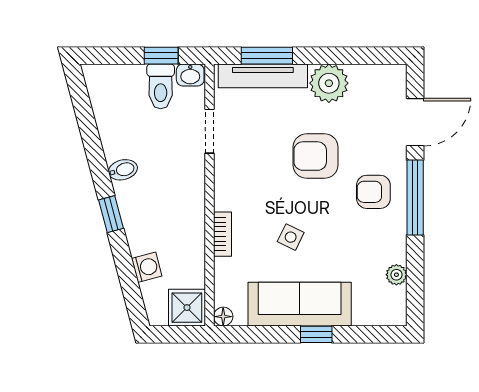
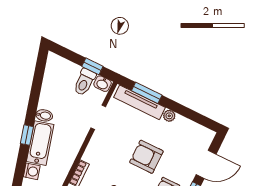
plant: (329, 83) -> (169, 116), width x0.53, depth x0.53
bathtub: (138, 216) -> (40, 143), added

